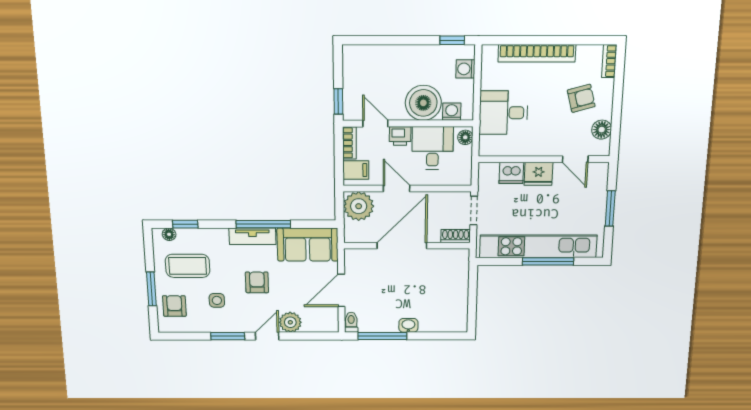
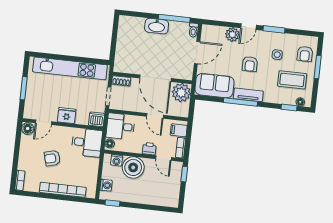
armchair: (581, 98) -> (52, 158), moved
desk: (504, 113) -> (87, 142), moved
floor lamp: (602, 130) -> (28, 129), moved
desk: (433, 148) -> (121, 126), moved, turned 90
door: (575, 159) -> (44, 122), swing flipped
dishwasher: (511, 173) -> (97, 119), moved
plant: (359, 206) -> (181, 93), moved
door: (402, 246) -> (155, 78), hinge flipped
window: (548, 261) -> (64, 58), removed
washbasin: (408, 325) -> (157, 26), width x1.91, depth x1.45

